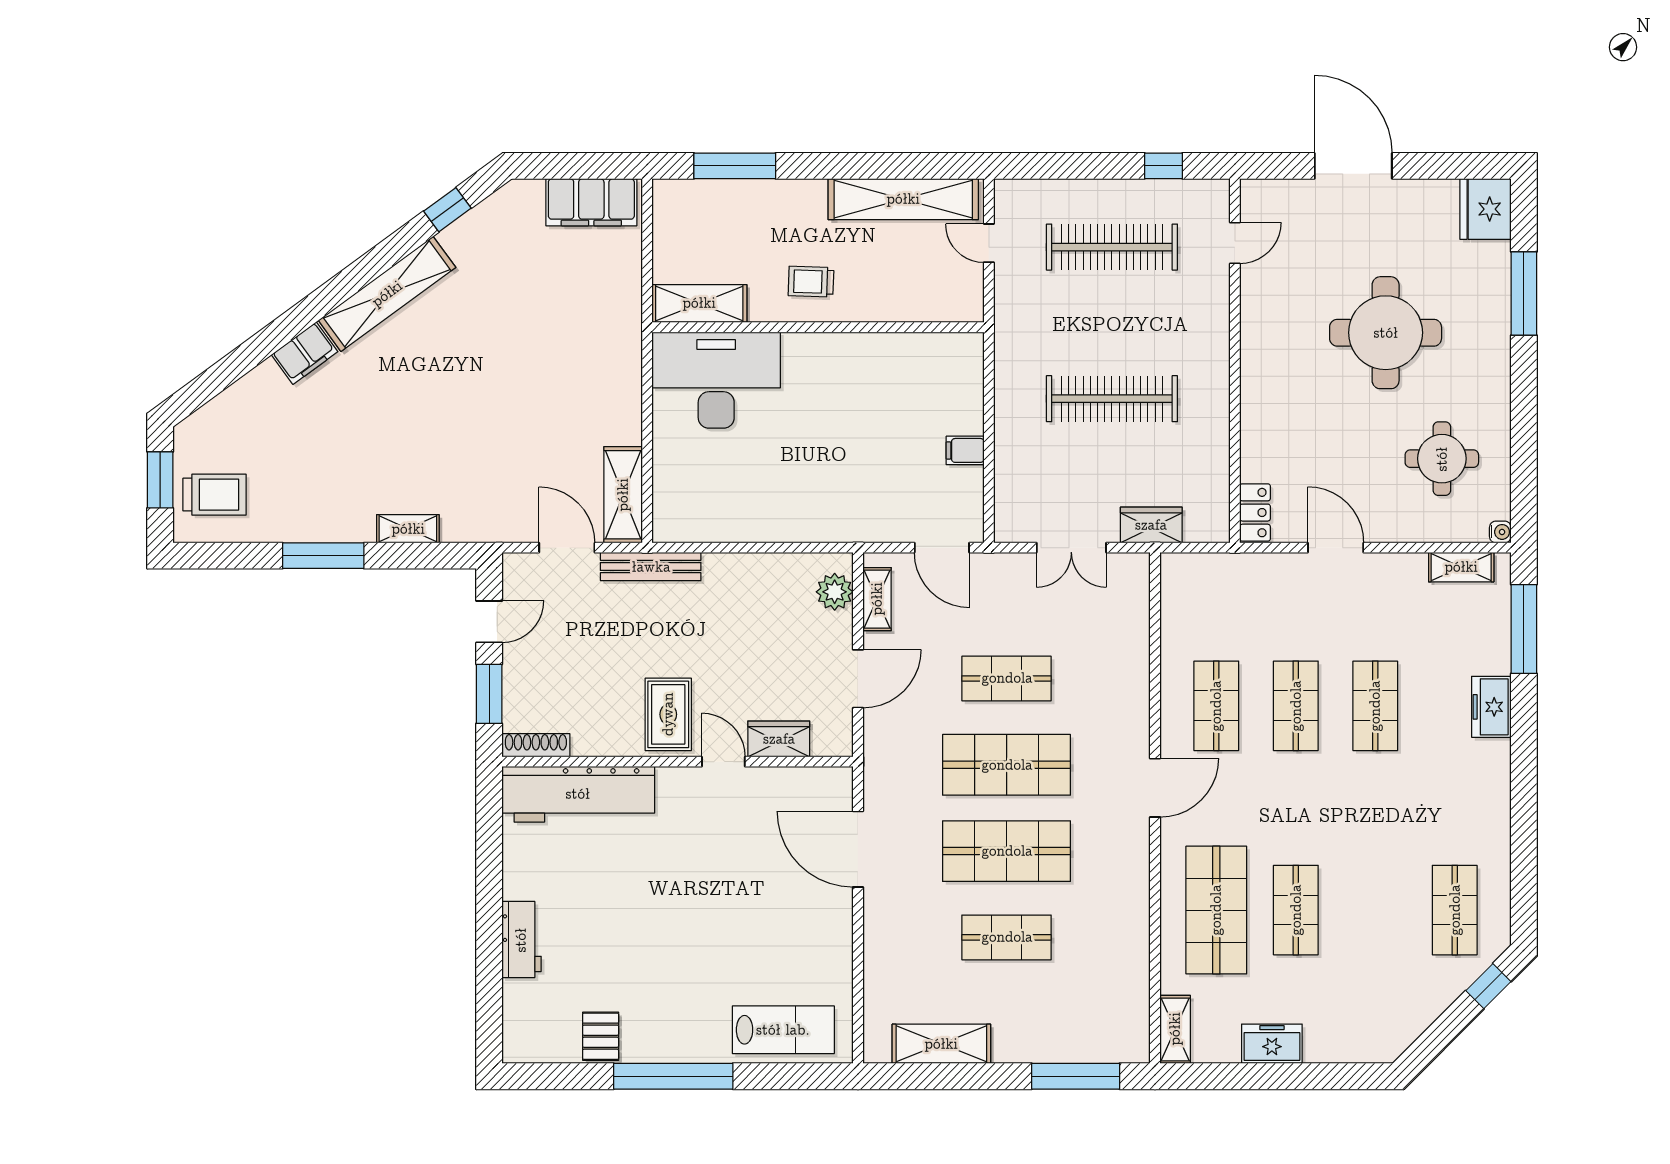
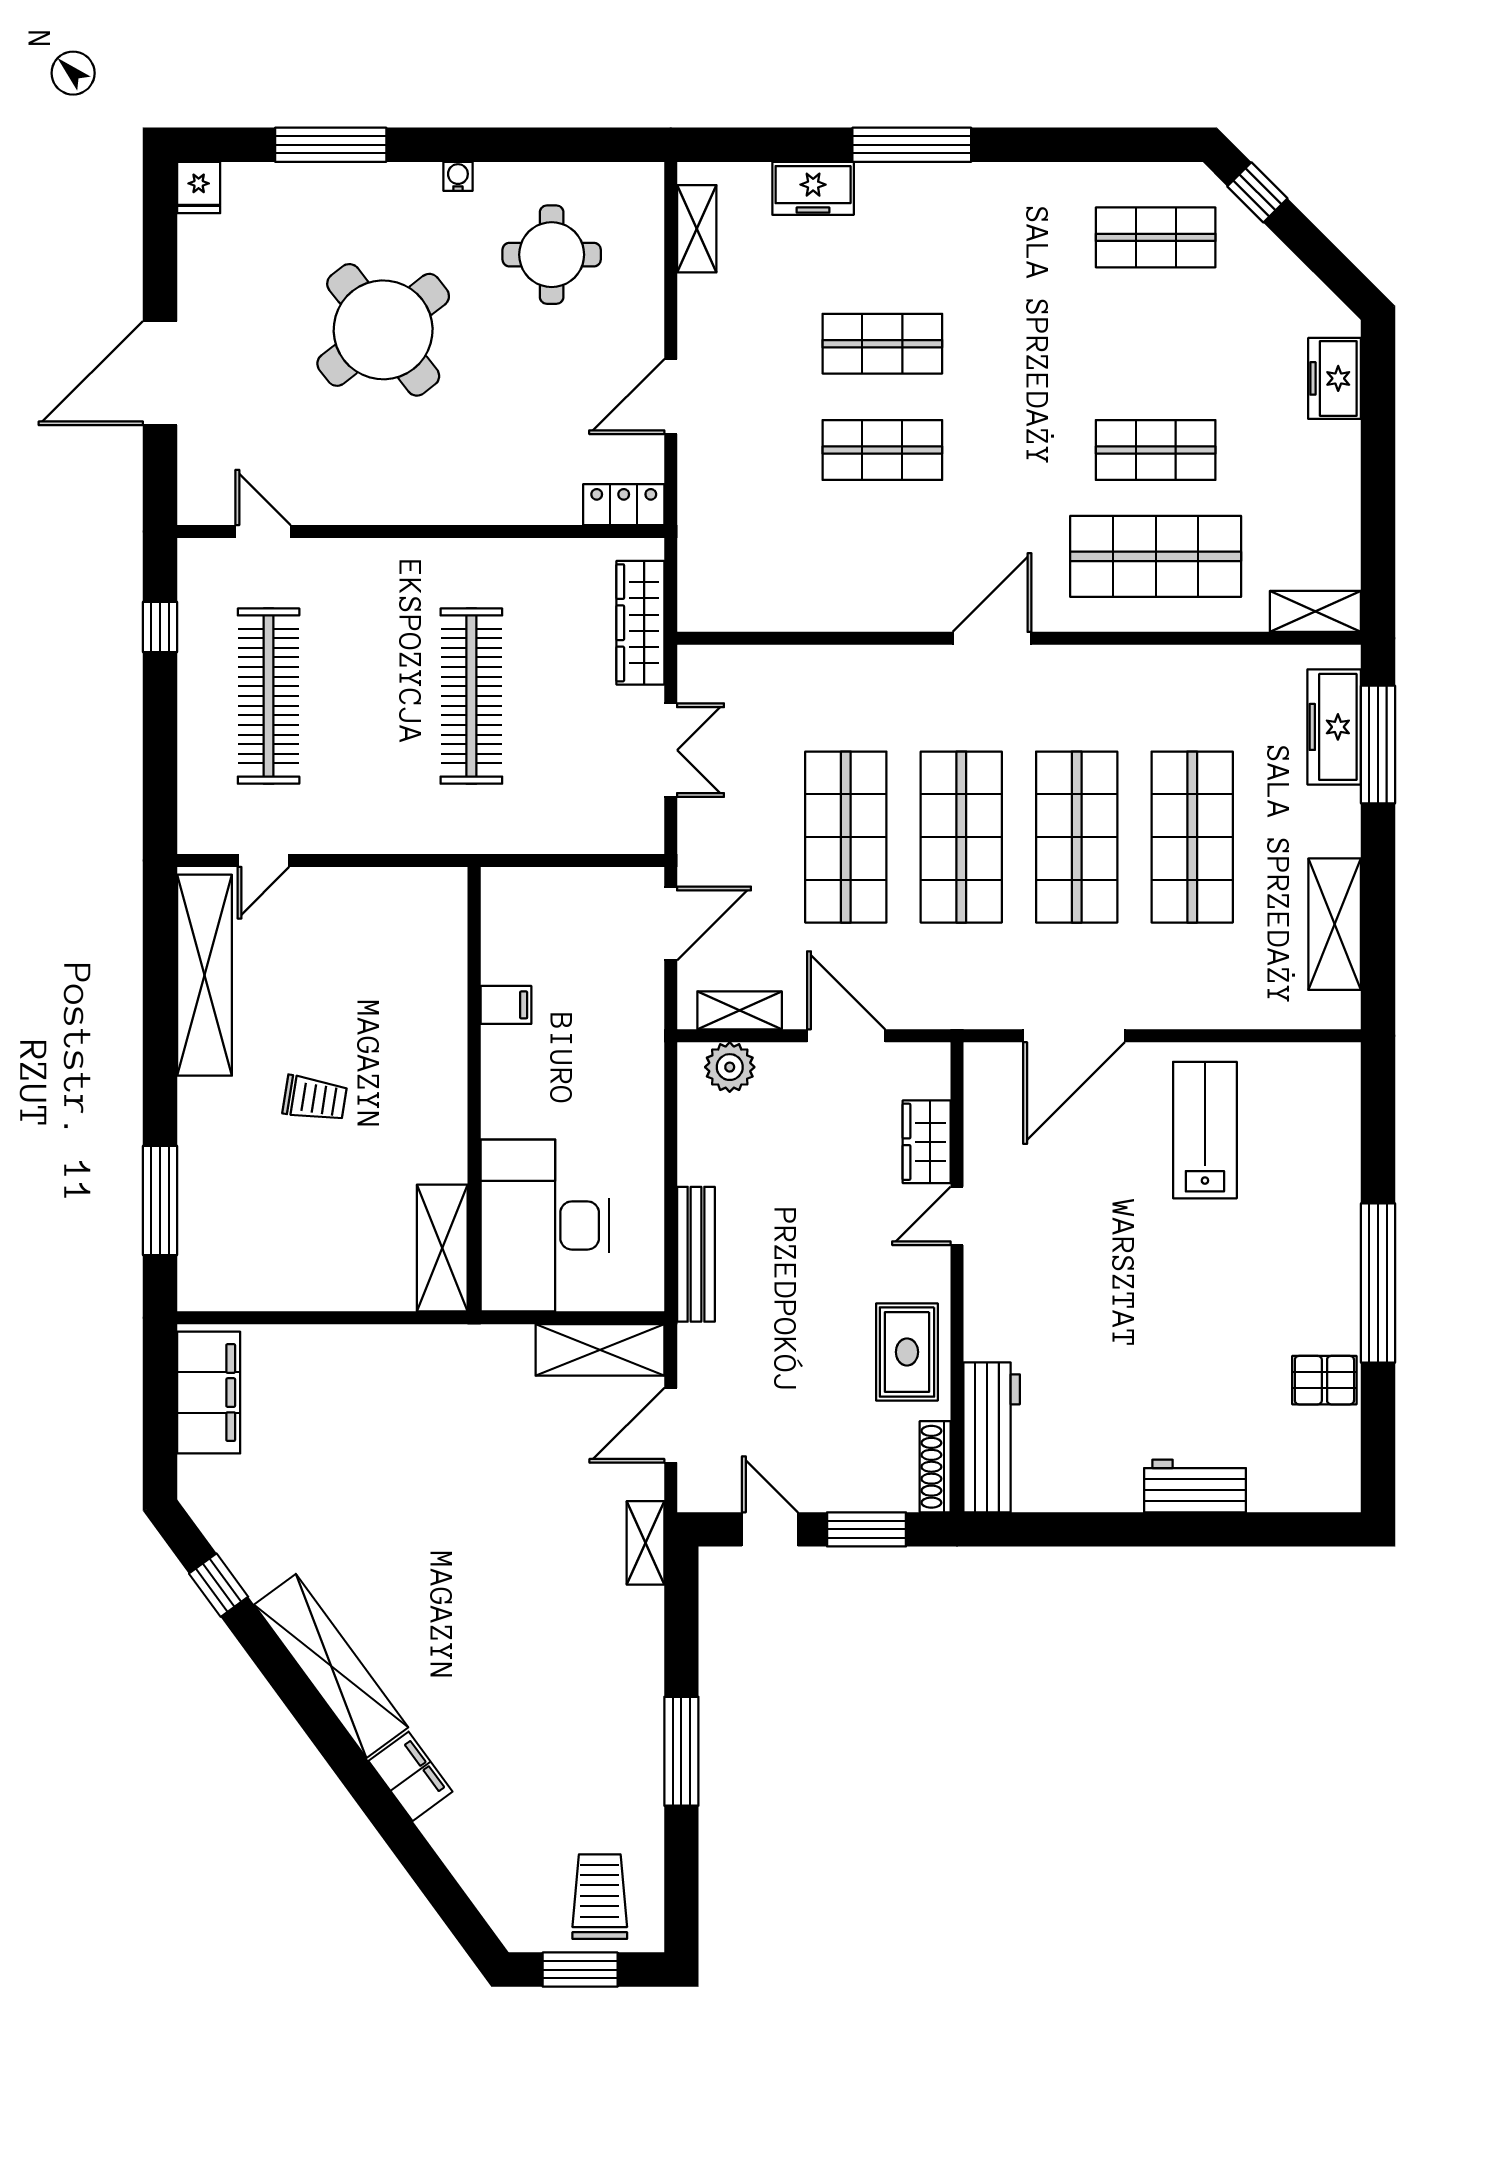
fridge: (1485, 209) -> (199, 187), width x0.53, depth x0.75
trolley: (811, 282) -> (315, 1099), turned -83
shelving: (699, 303) -> (442, 1248), moved
wall: (818, 327) -> (474, 1089), moved
round table: (1386, 333) -> (383, 330), turned -38
desk: (716, 380) -> (545, 1225), moved
filing cabinet: (965, 450) -> (506, 1005), moved, turned -90
wardrobe: (1151, 525) -> (640, 623), width x1.50
shelving: (408, 529) -> (645, 1543), moved
water cooler: (1500, 532) -> (458, 176), moved
bench: (651, 567) -> (696, 1254), moved
window: (1524, 629) -> (912, 145), moved
shop shelf: (1007, 678) -> (846, 837), width x1.43, depth x1.36
shop shelf: (1216, 706) -> (882, 556), removed
freezer: (1491, 707) -> (813, 188), moved
rug: (668, 714) -> (907, 1352), moved, turned 90
door: (1155, 788) -> (992, 638), hinge flipped
workbench: (578, 794) -> (992, 1437), width x0.73, depth x0.76
shop shelf: (1007, 937) -> (1192, 837), width x1.43, depth x1.36
lab bench: (783, 1030) -> (1205, 1130), moved
freezer: (1089, 1043) -> (1334, 727), added
freezer: (1272, 1044) -> (1335, 378), moved

